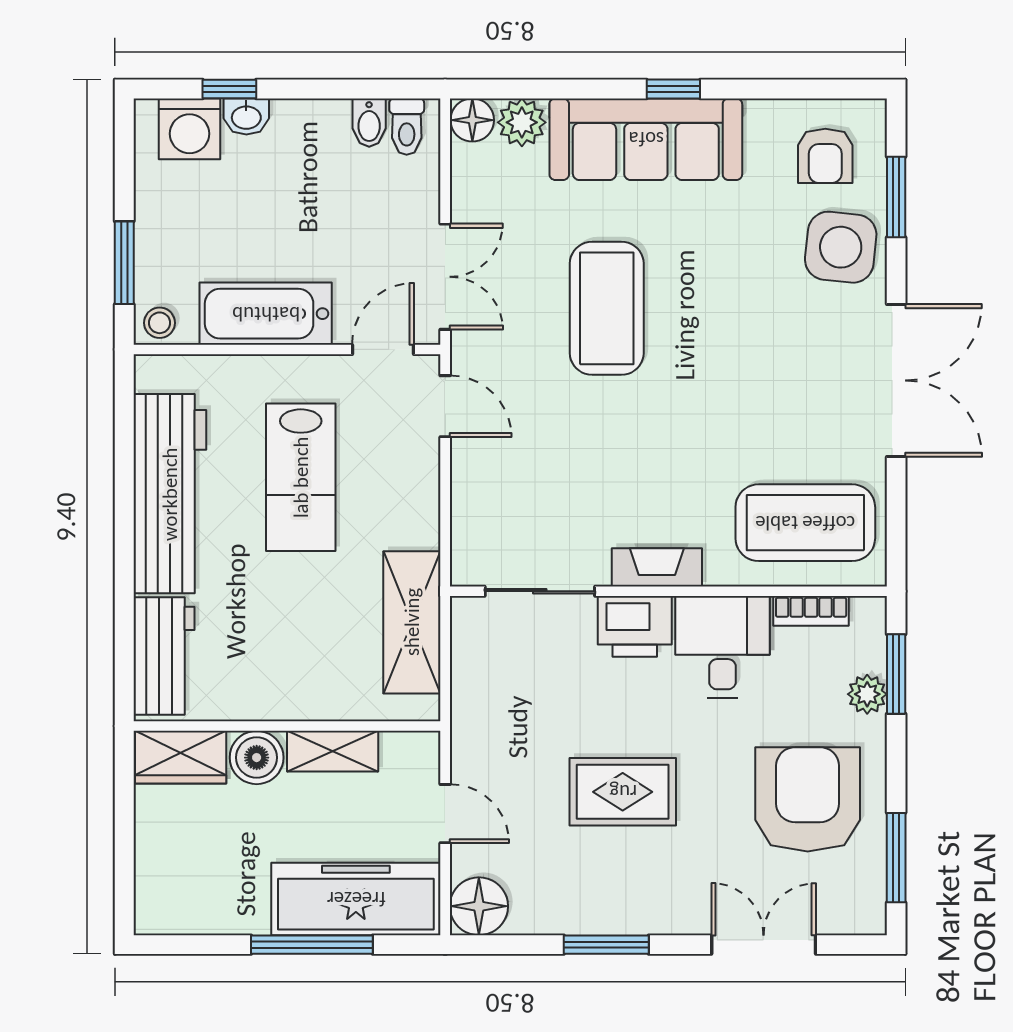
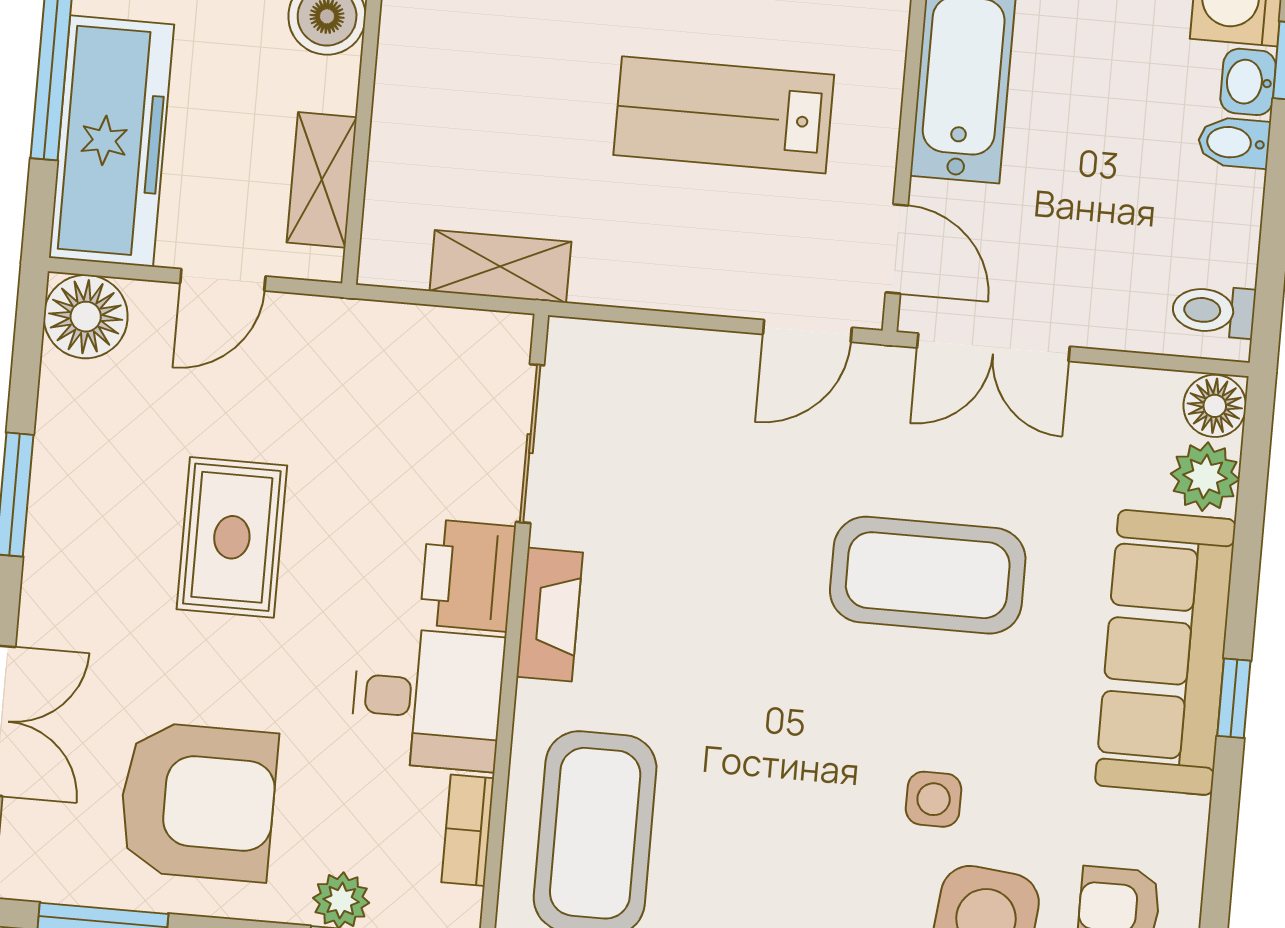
bidet: (369, 123) -> (1234, 143), moved
side table: (761, 291) -> (934, 799), added
shelving: (412, 622) -> (500, 266), width x0.67, depth x0.75
shelving: (333, 751) -> (322, 180), moved

